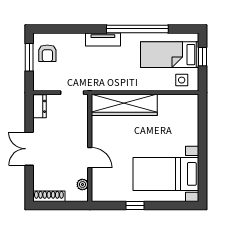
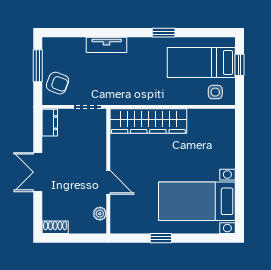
window: (137, 29) -> (164, 33), width x0.32
tv unit: (103, 39) -> (107, 45), moved
armchair: (47, 53) -> (58, 83), moved, turned -69
shoe rack: (49, 196) -> (55, 227), width x0.70

